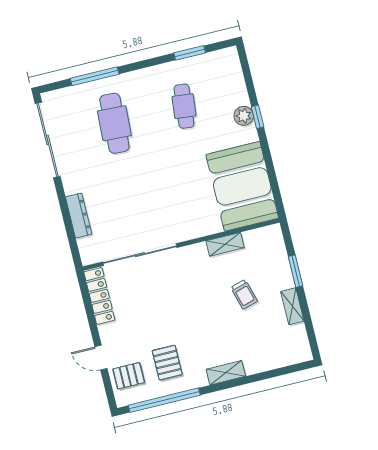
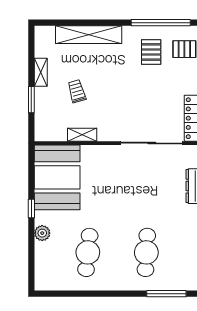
window: (190, 53) -> (73, 294), removed
window: (95, 76) -> (166, 294), moved
cafe table: (184, 106) -> (88, 252), width x1.37, depth x1.35
window: (258, 117) -> (31, 208), moved
shelving: (226, 373) -> (89, 35), width x2.20, depth x1.33

